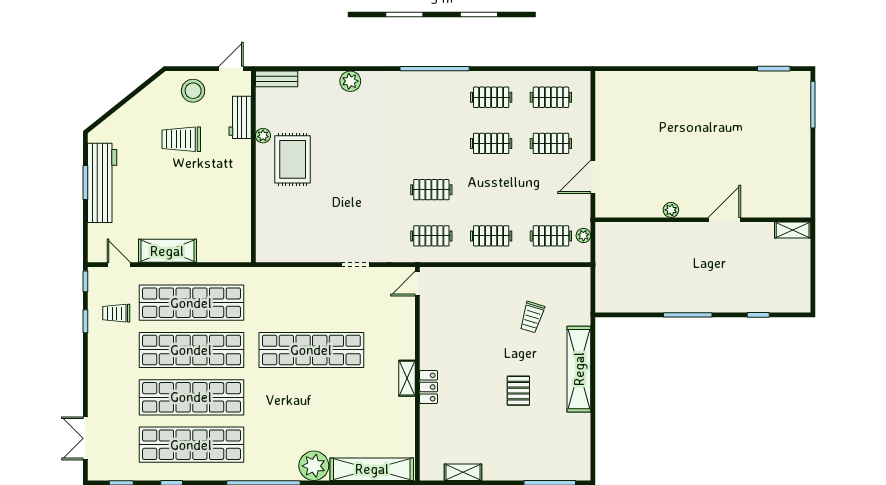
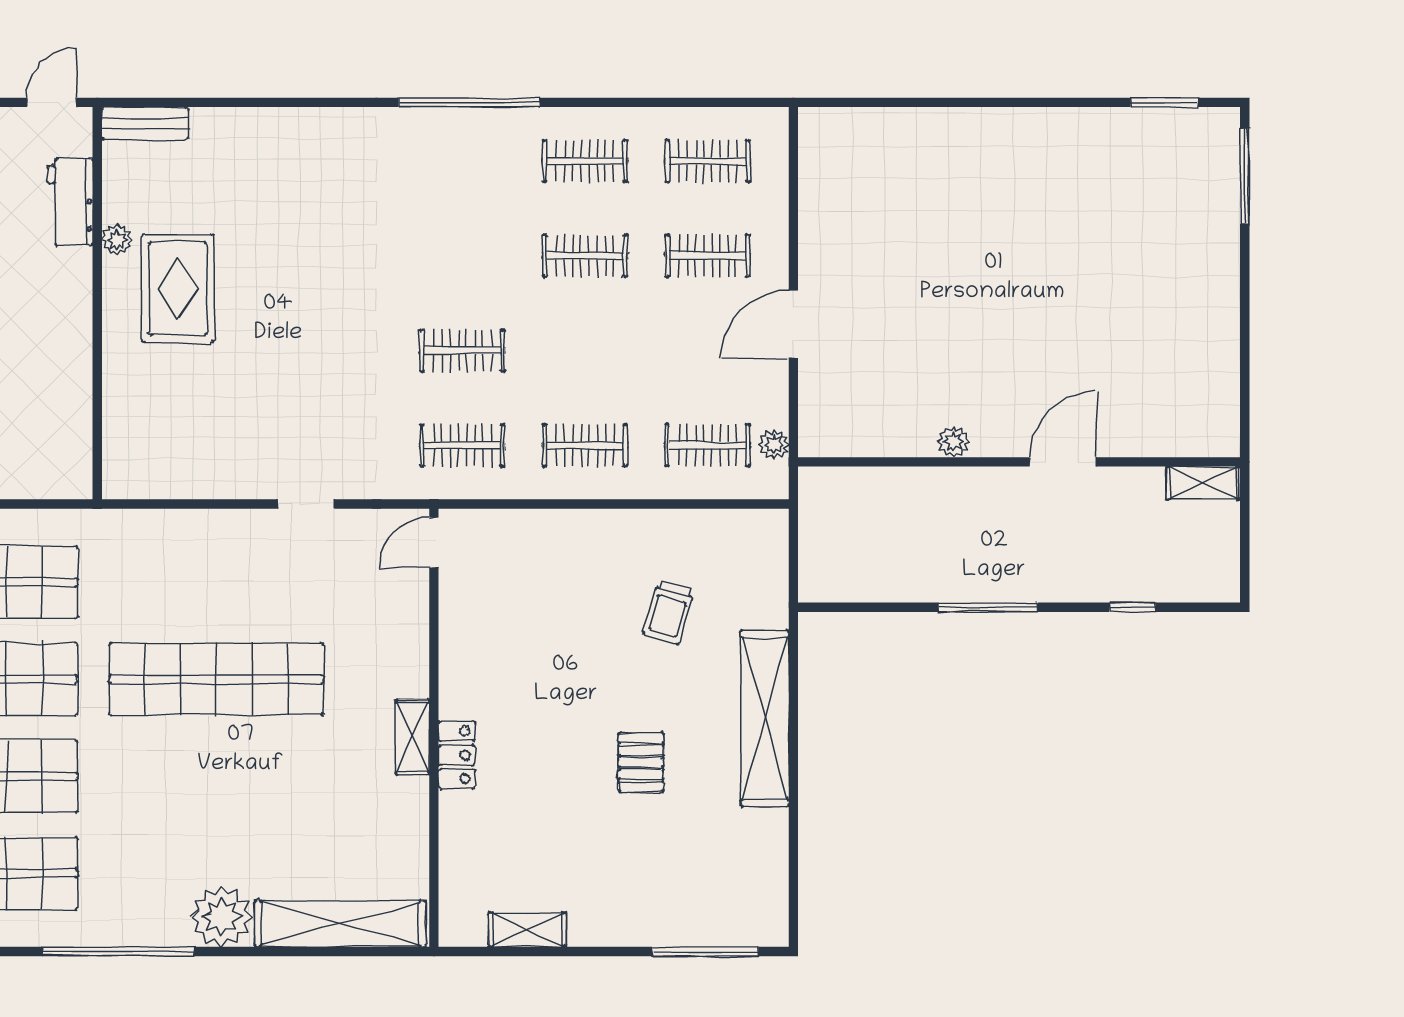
plant: (350, 81) -> (296, 128), removed
plant: (671, 210) -> (954, 442), moved
wall: (703, 220) -> (1019, 462), moved
door: (724, 220) -> (1063, 462), moved
shelving: (793, 230) -> (1203, 483), moved

